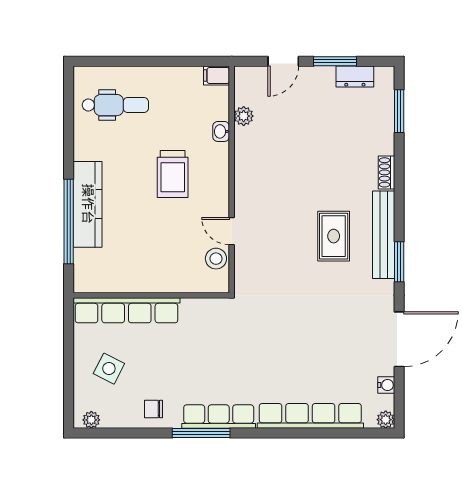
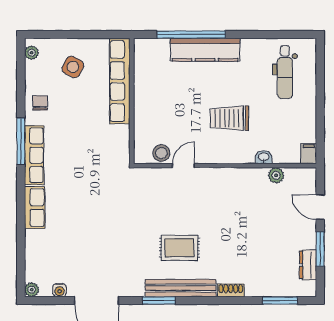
row of seats: (310, 416) -> (35, 207), width x0.50

